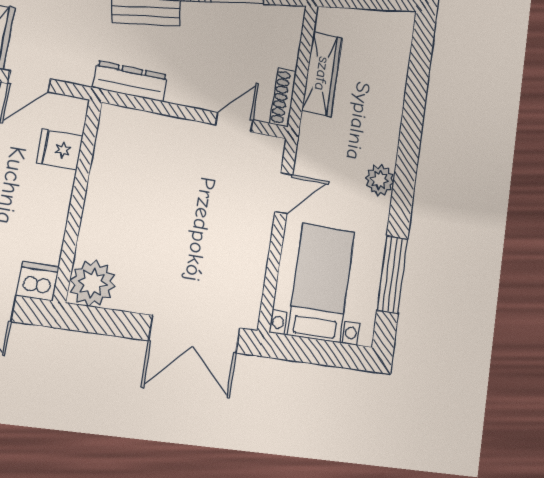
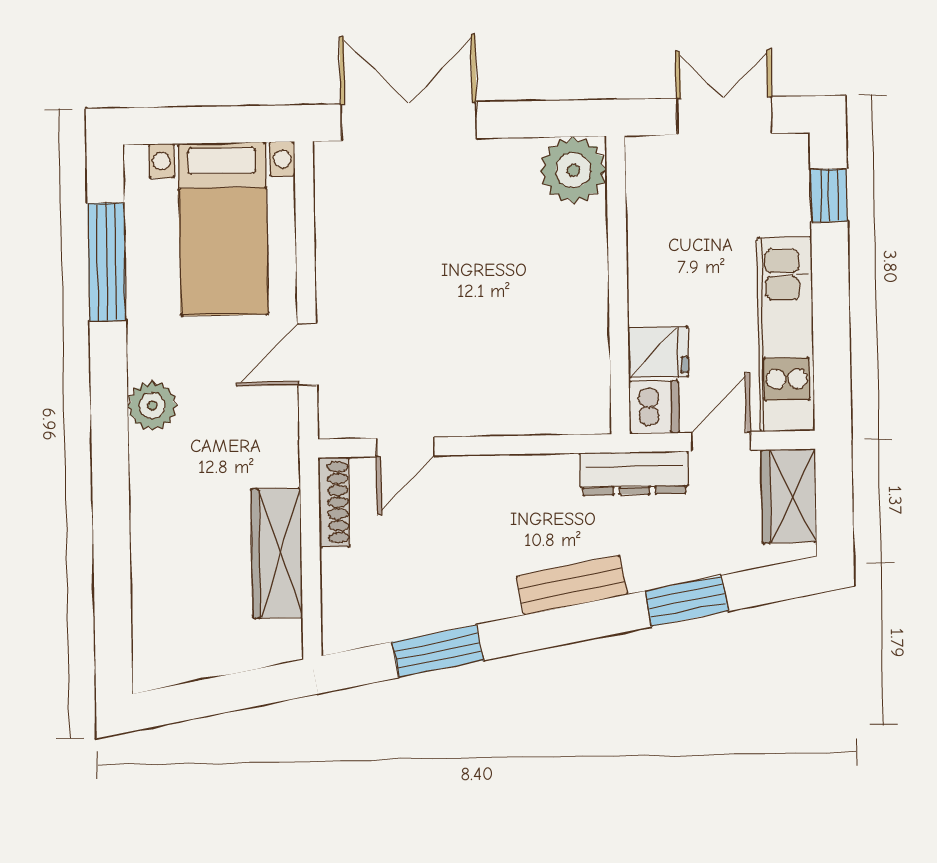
dresser: (130, 81) -> (634, 473), moved
dishwasher: (38, 281) -> (654, 407), moved, turned -90

